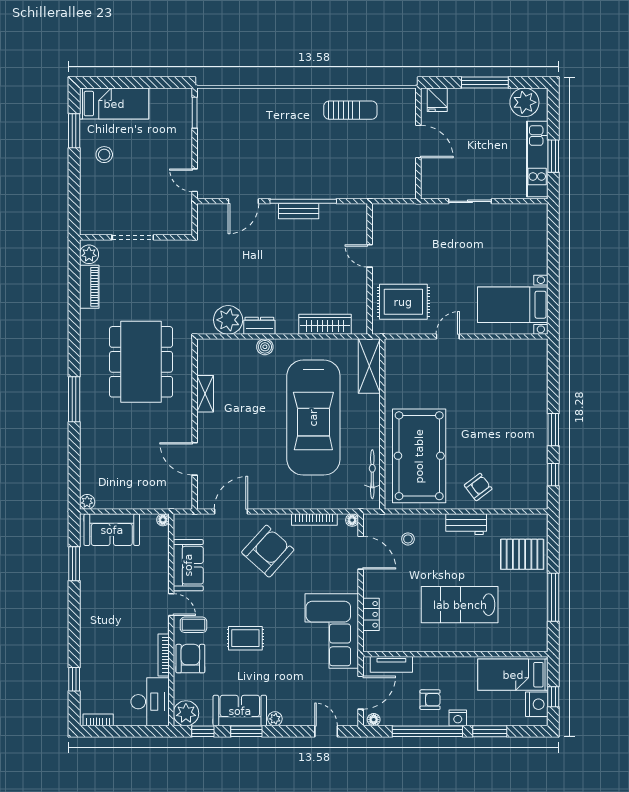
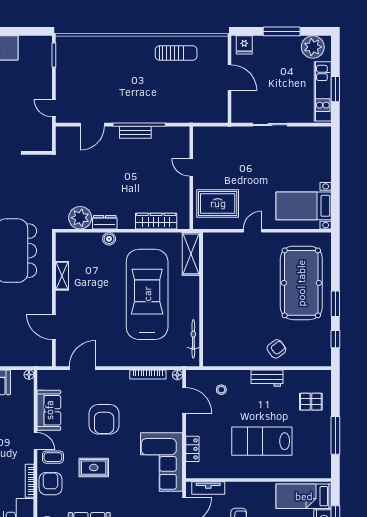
car: (313, 418) -> (147, 294), turned 180
pool table: (419, 456) -> (301, 283), moved
armchair: (268, 551) -> (104, 419), moved, turned 138
pallet: (522, 554) -> (311, 402), width x0.67, depth x0.71

